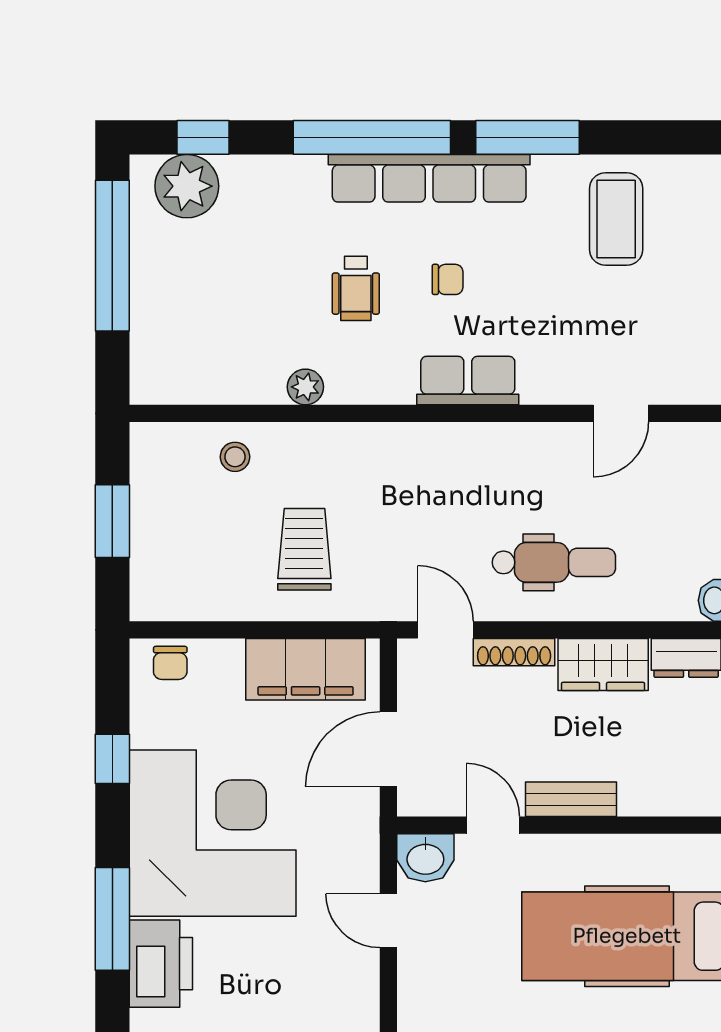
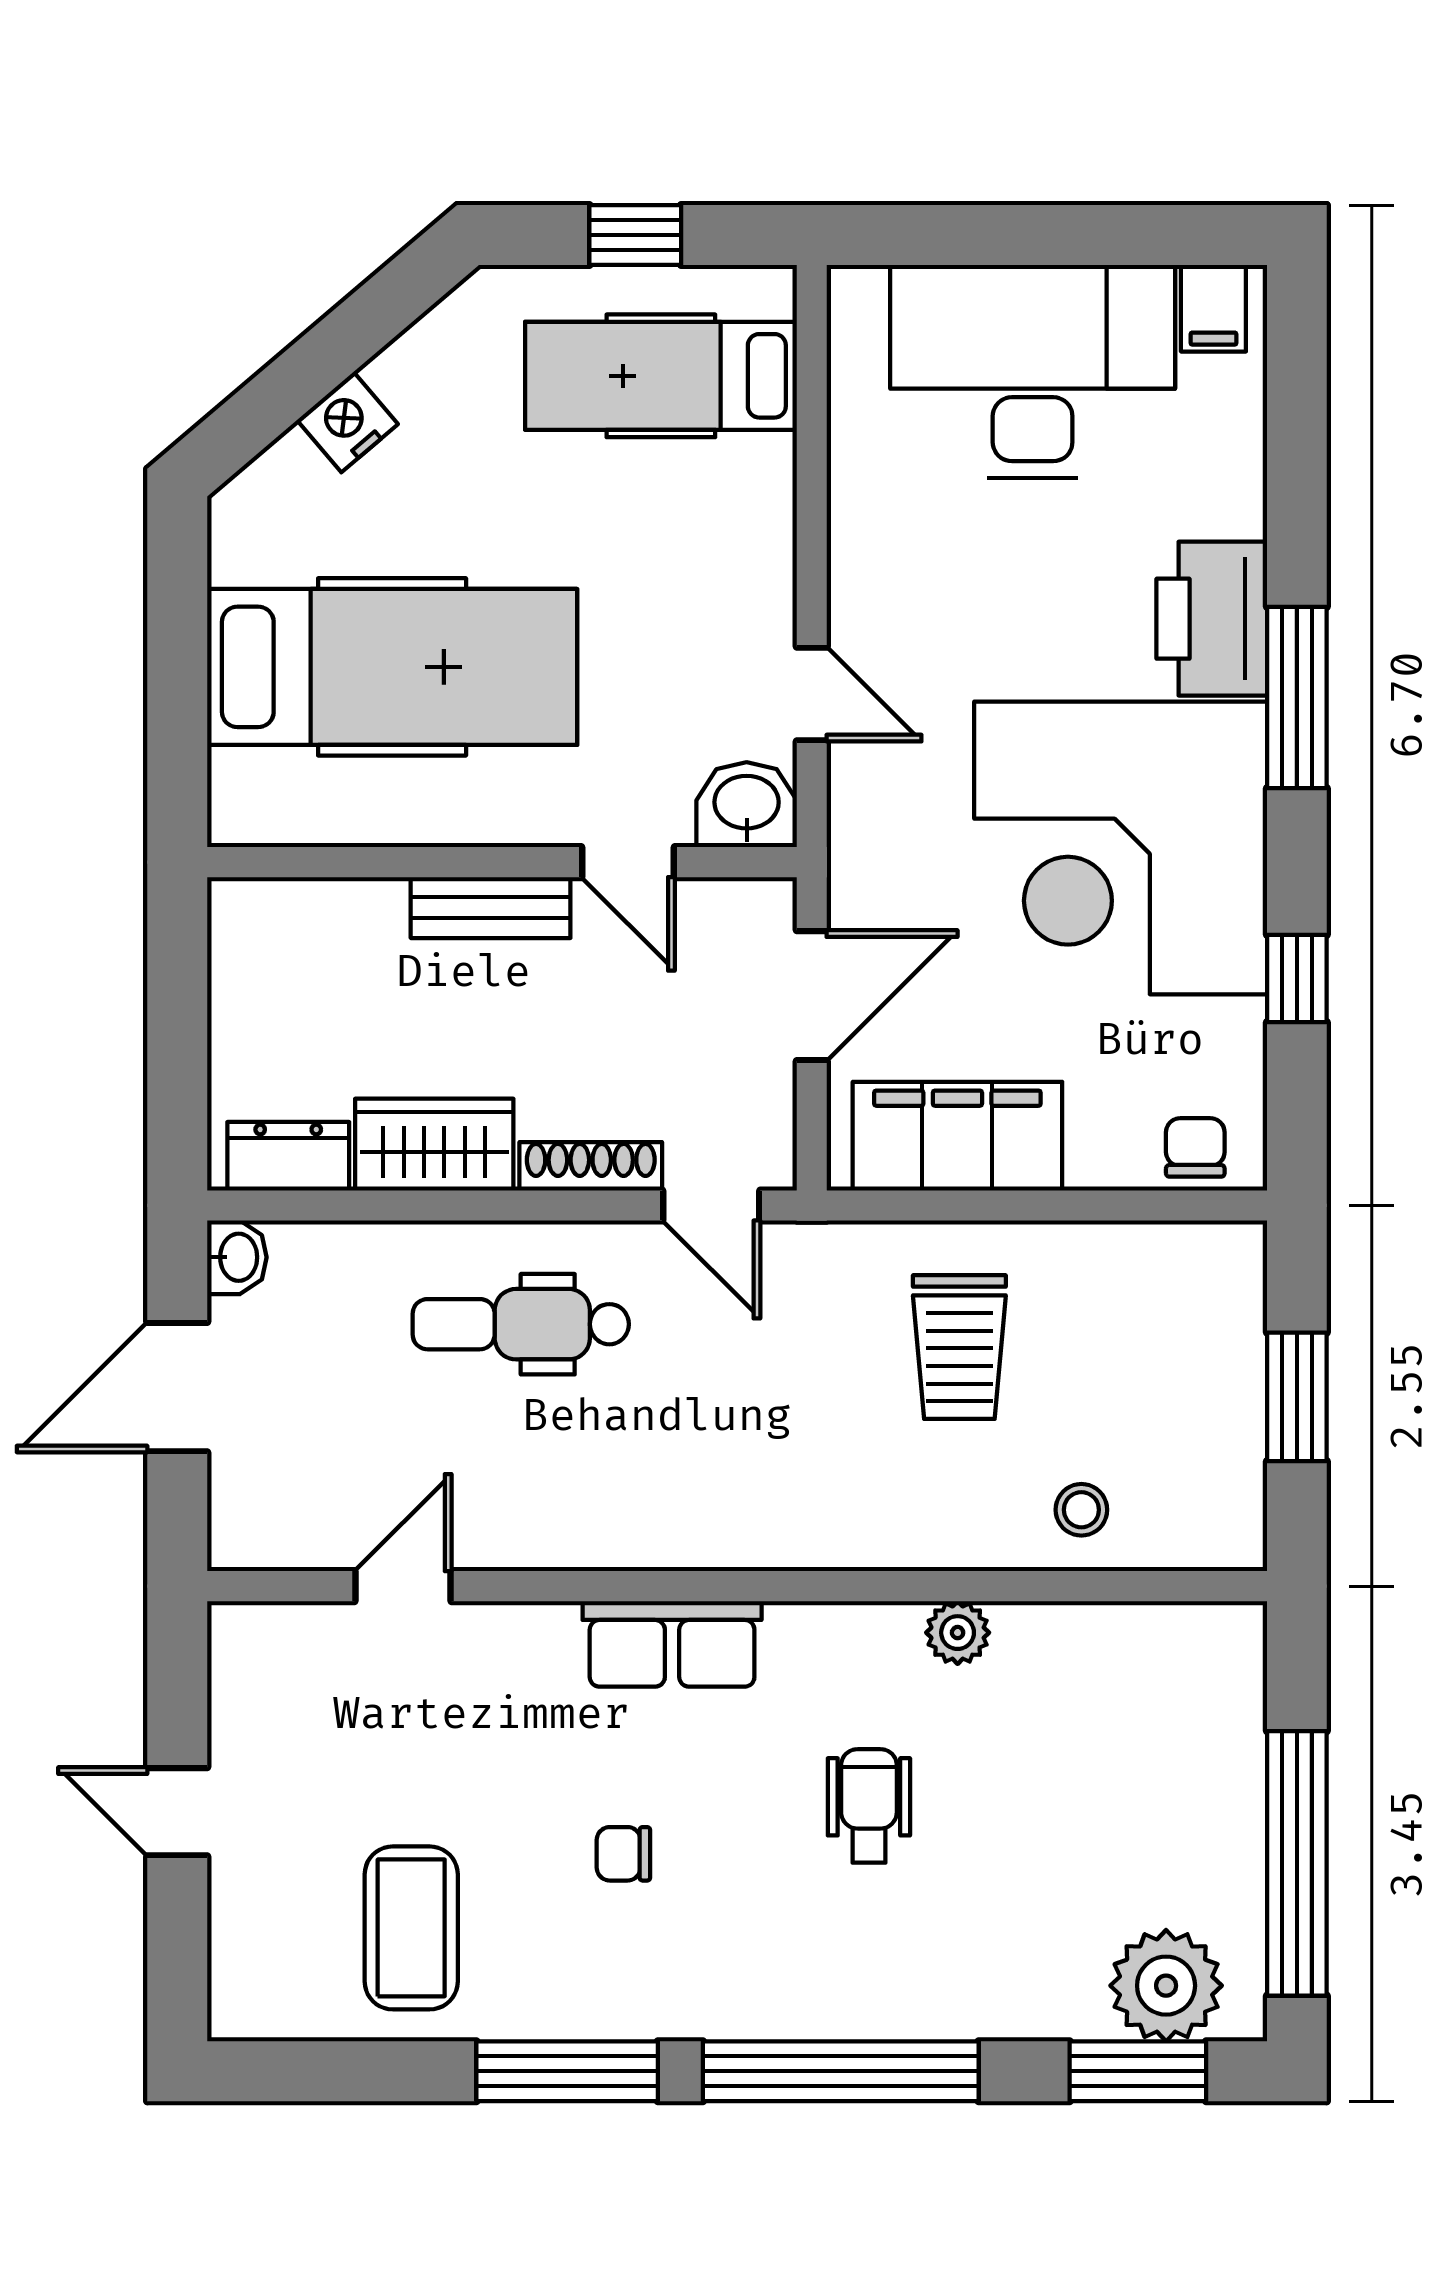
window: (203, 137) -> (1138, 2071), width x1.50
row of seats: (429, 178) -> (740, 1999), removed
chair: (448, 279) -> (623, 1854), moved

